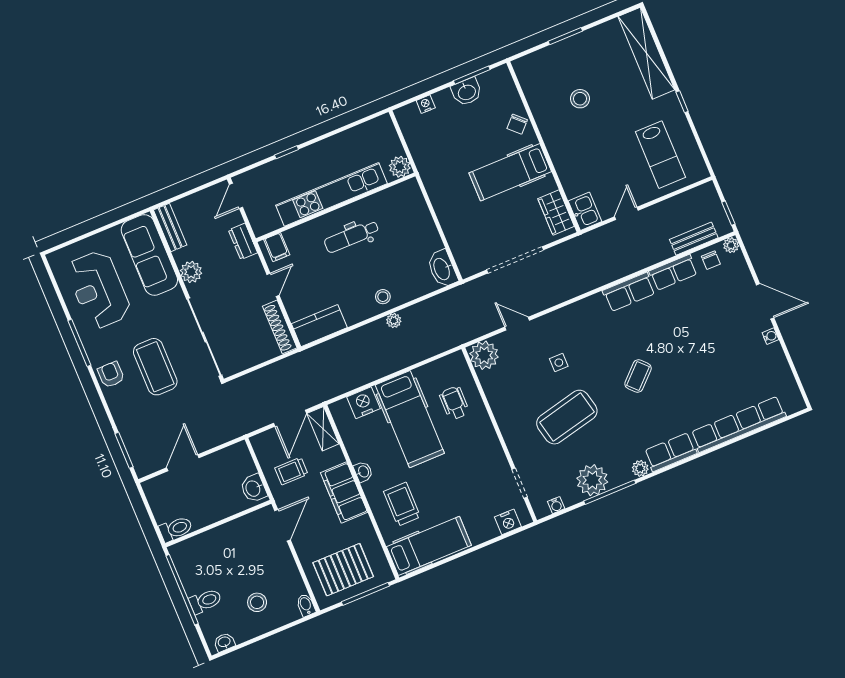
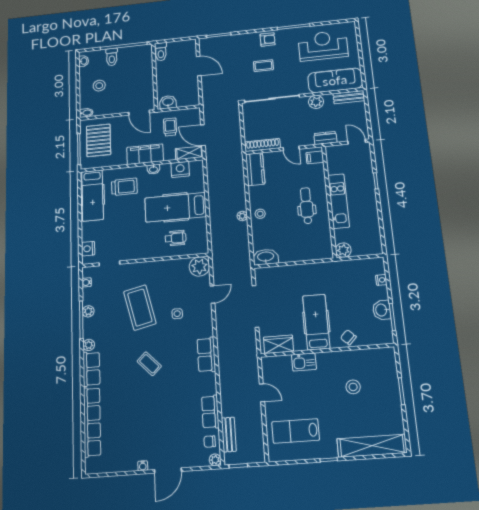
kitchen unit: (331, 194) -> (339, 201), width x0.73
kitchen sink: (585, 211) -> (304, 362), moved
row of seats: (629, 292) -> (206, 355), moved
coffee table: (155, 367) -> (263, 66), width x0.54, depth x0.58
nightstand: (364, 403) -> (180, 169), moved, turned -90
plant: (592, 480) -> (88, 311), width x0.53, depth x0.53

